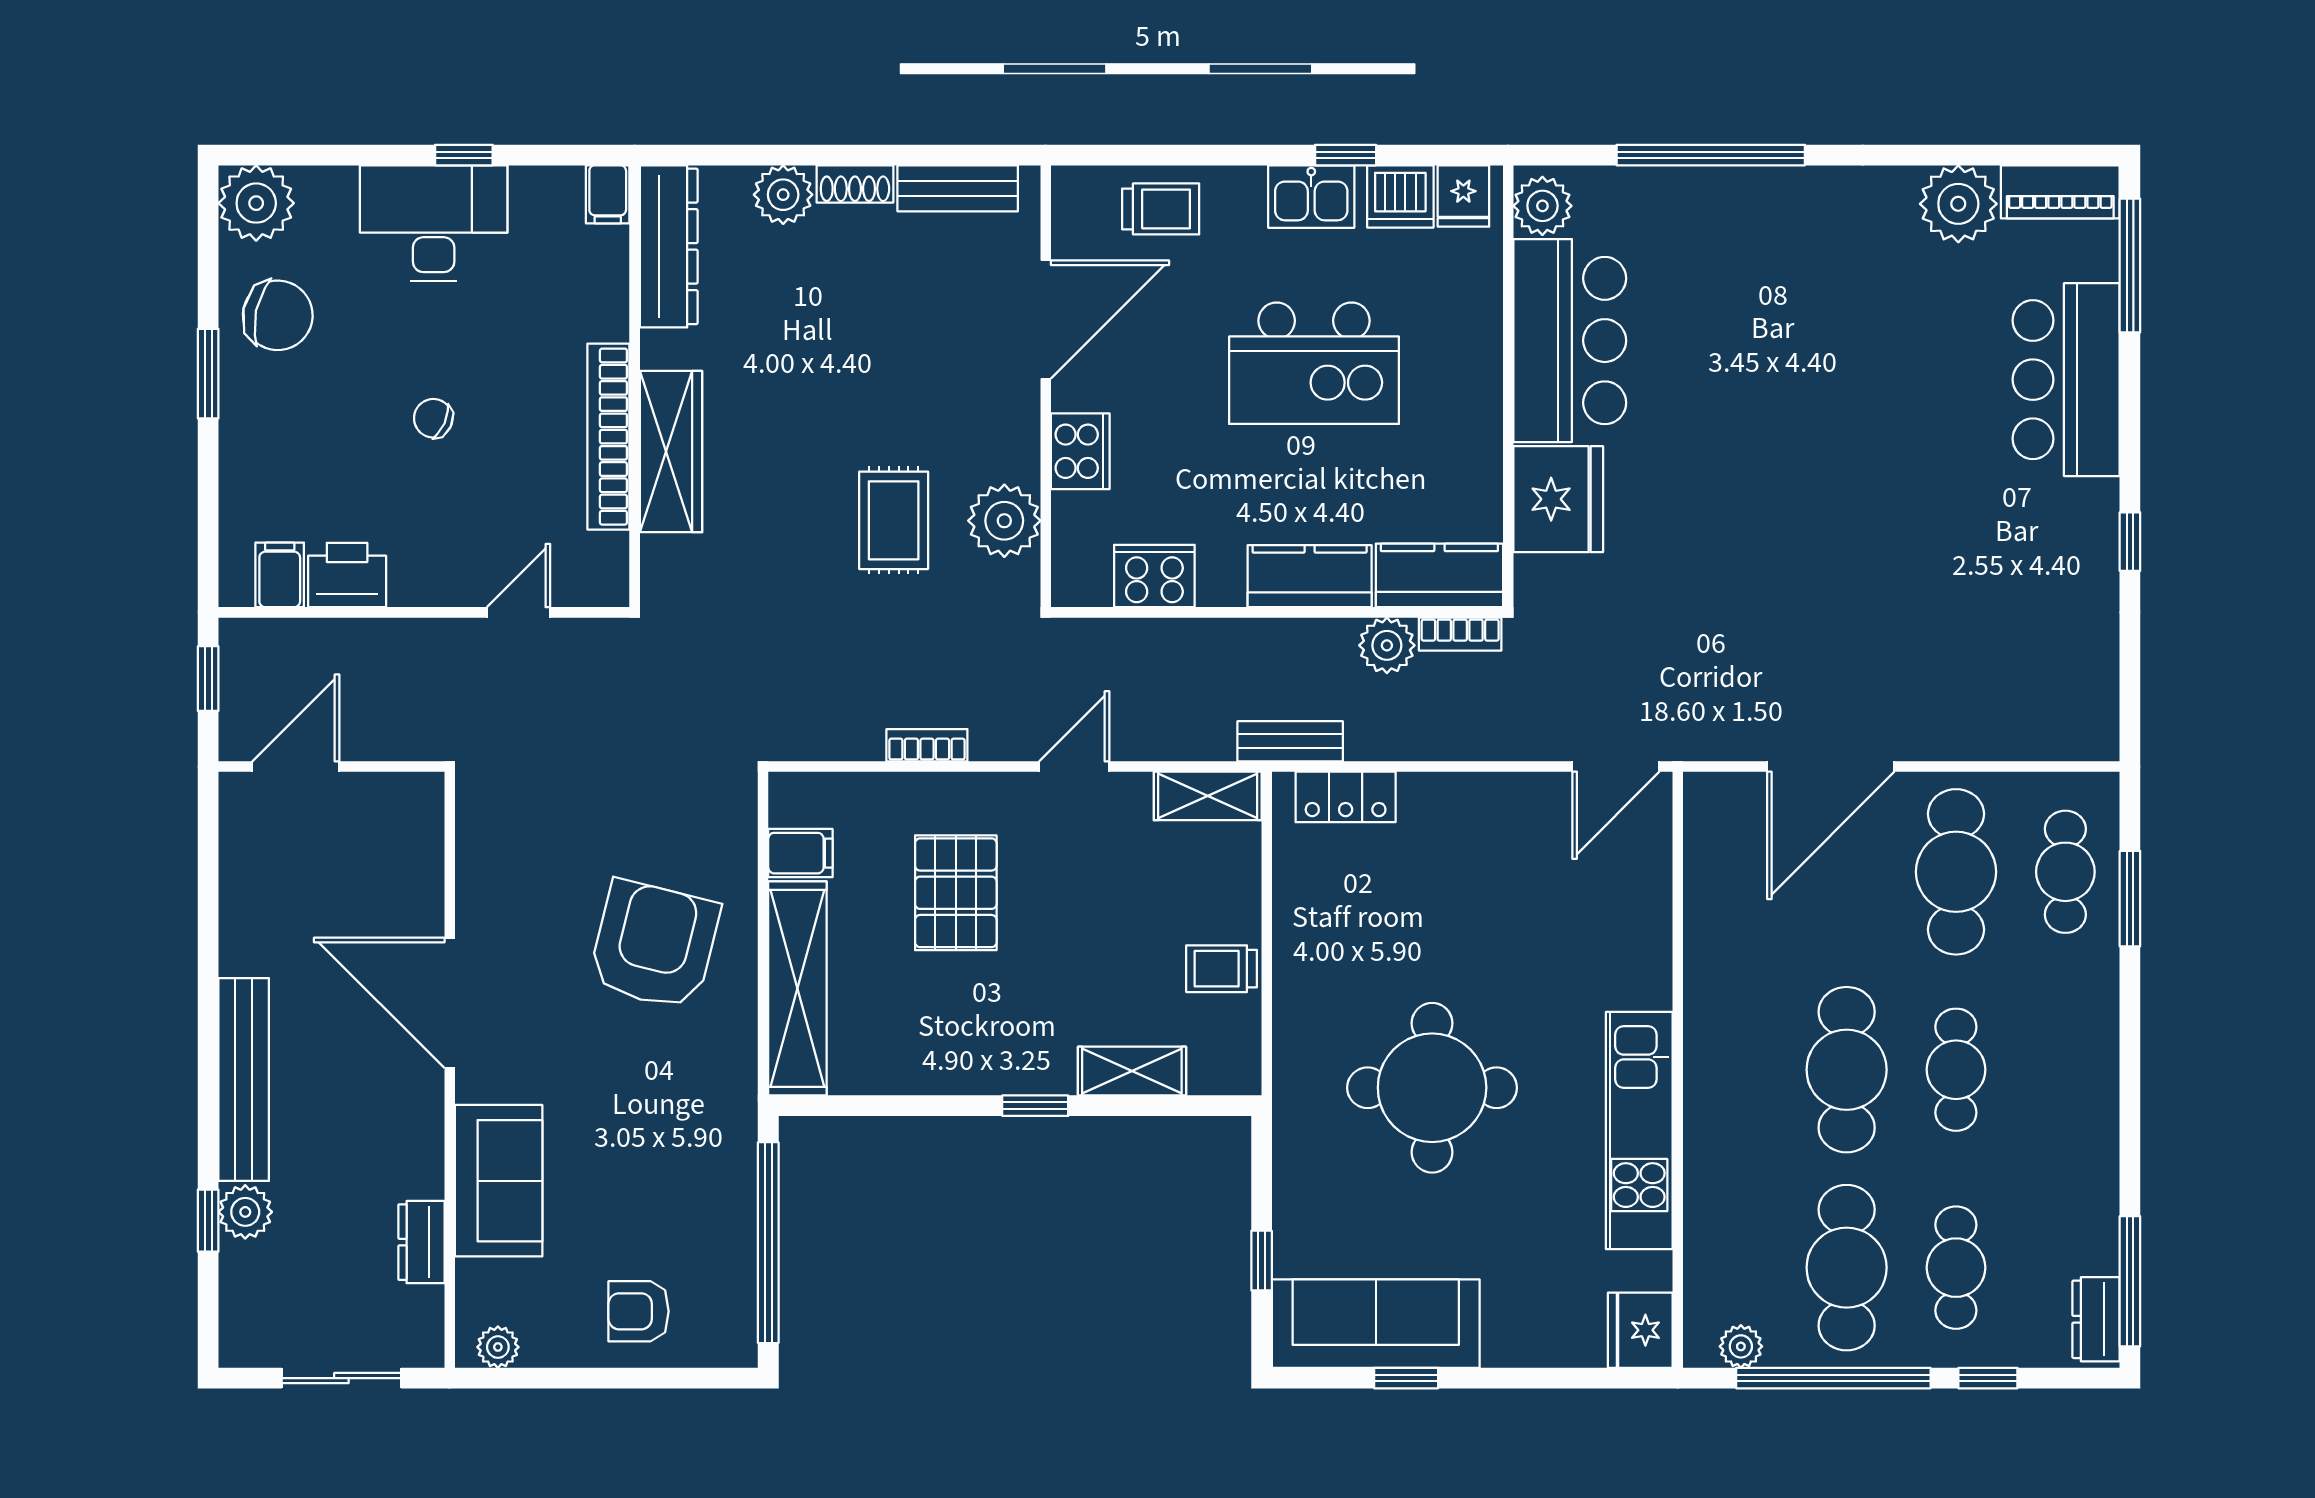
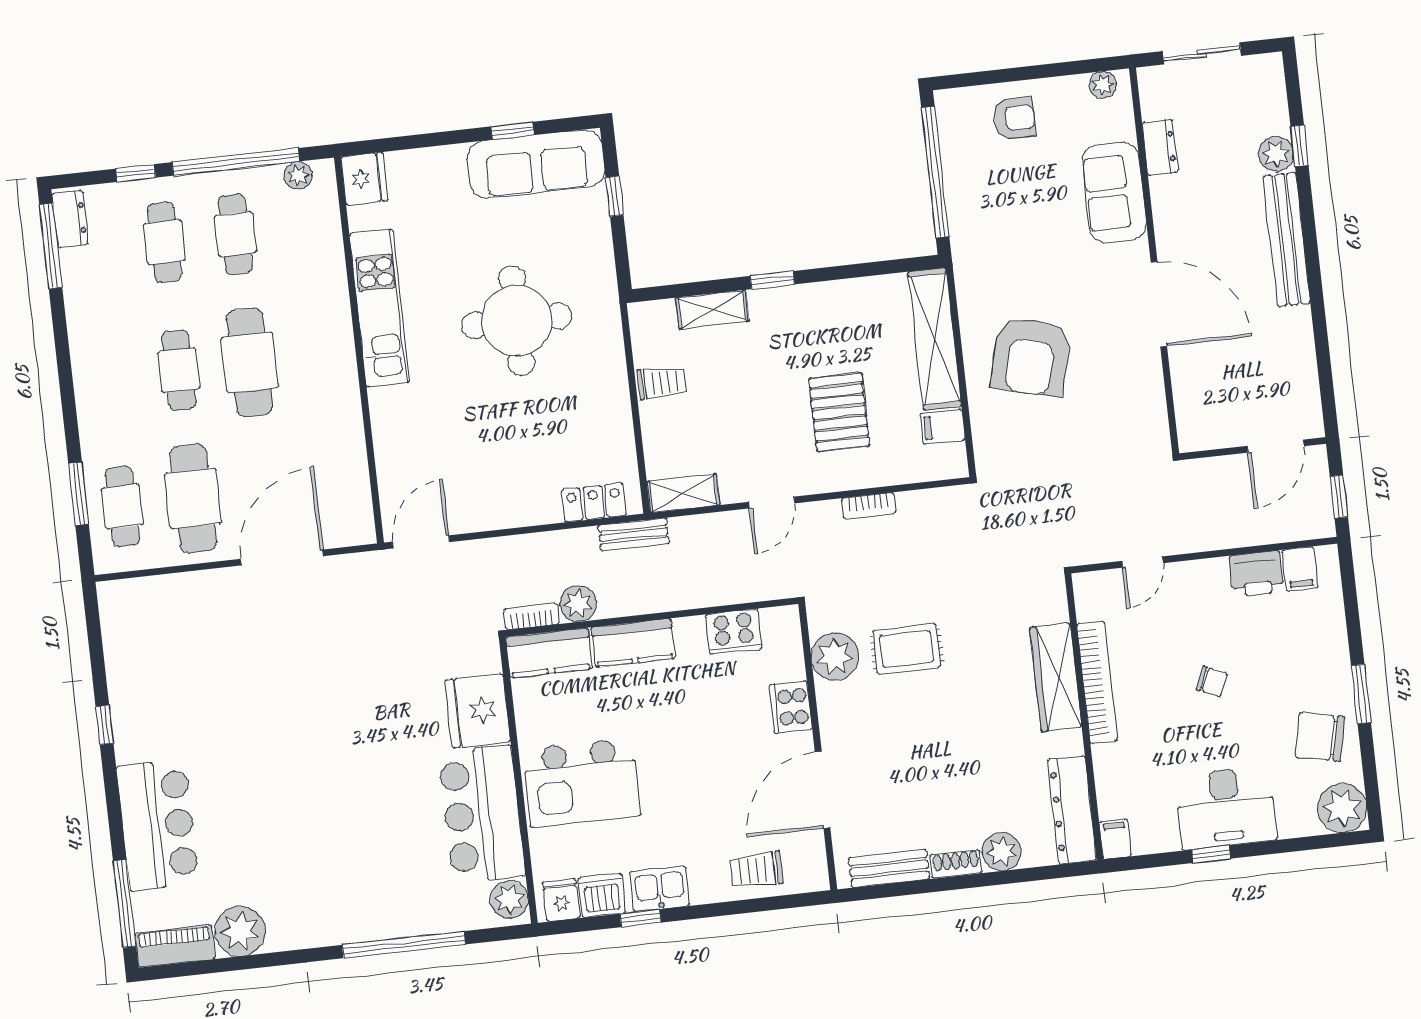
kitchen island: (1314, 363) -> (582, 783), moved, turned 180
rug: (894, 520) -> (906, 649), turned 90
cafe table: (1847, 1268) -> (235, 234), width x0.73, depth x0.74

